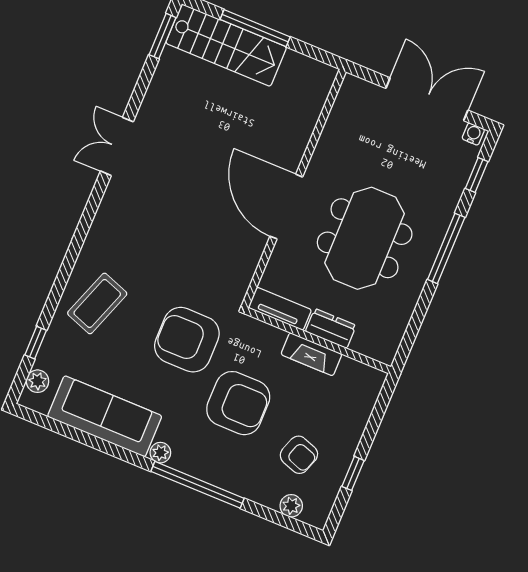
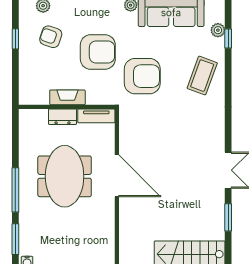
window: (163, 36) -> (228, 217), moved
window: (477, 175) -> (15, 239), width x1.50
plant: (38, 381) -> (218, 30), moved
armchair: (238, 403) -> (98, 52), turned 180

